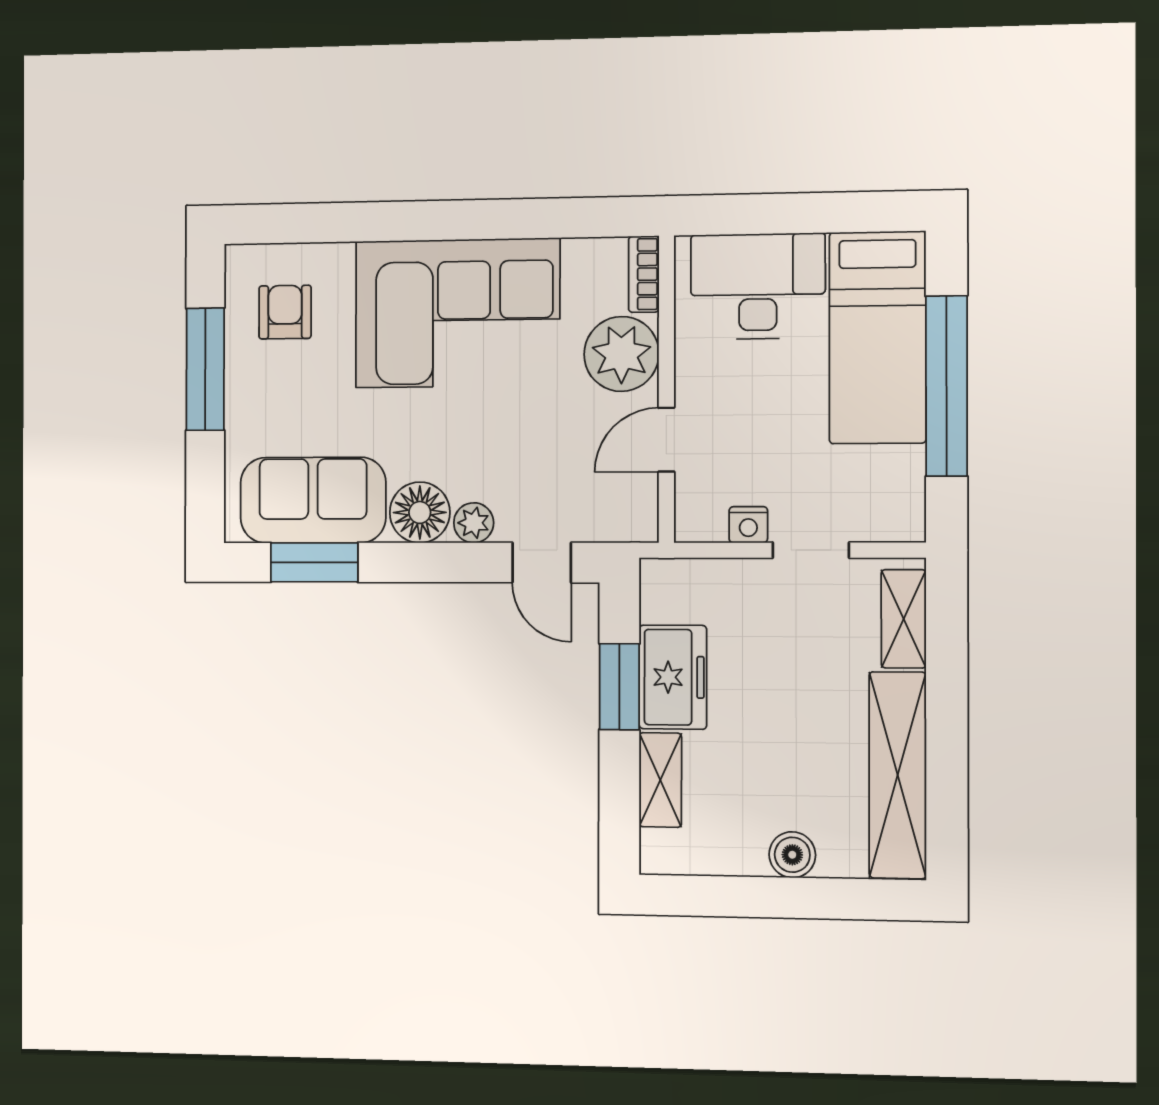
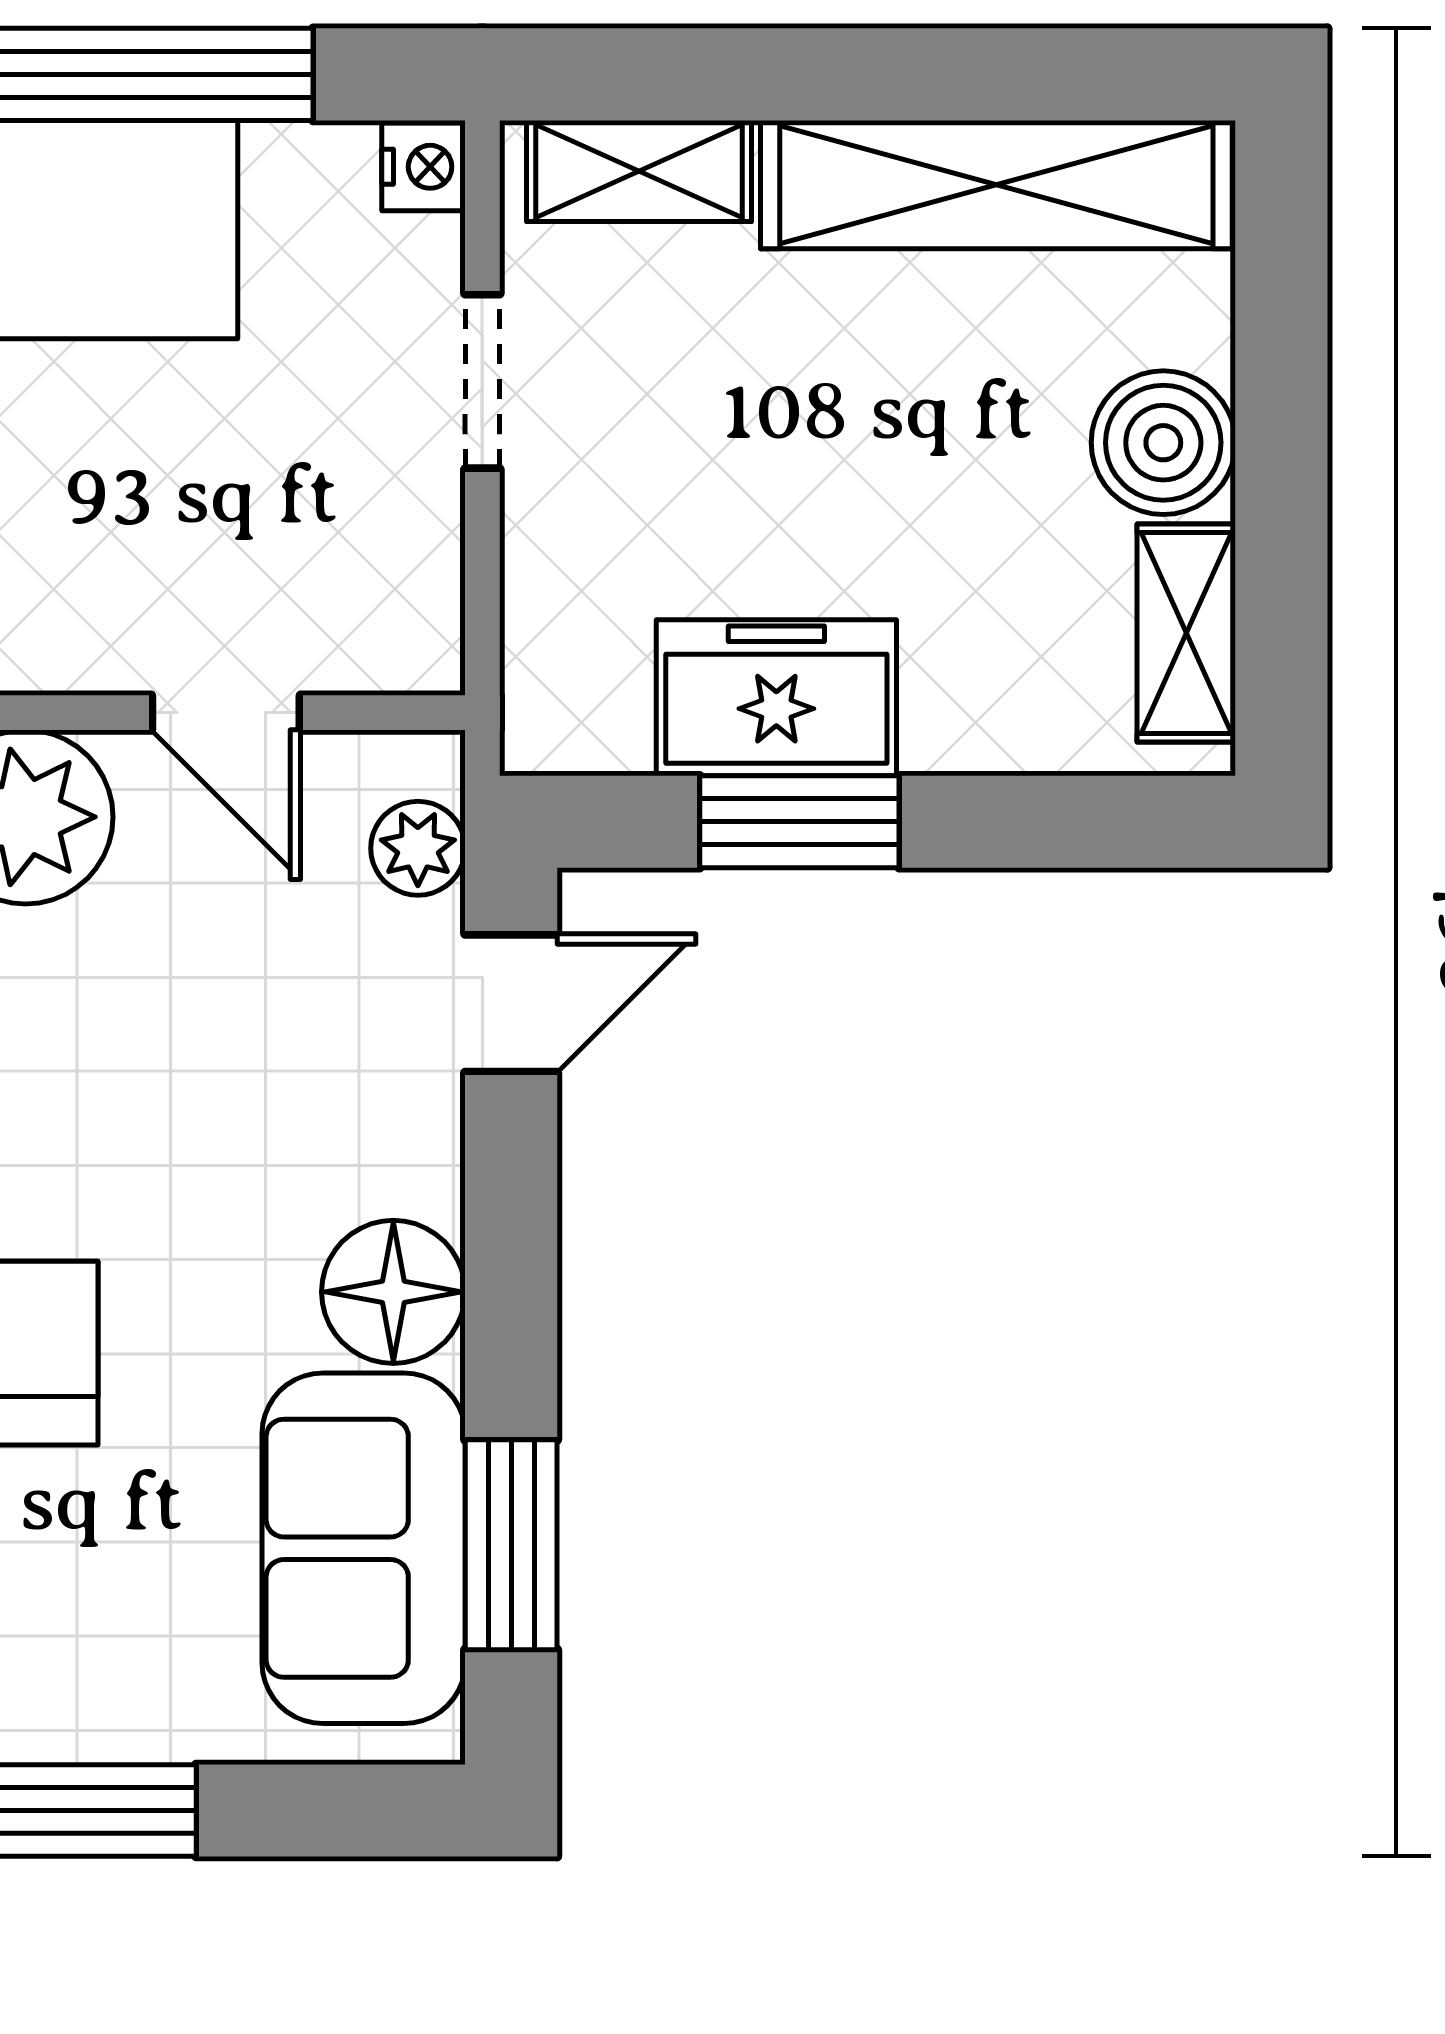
plant: (474, 523) -> (418, 848), moved
nightstand: (748, 525) -> (423, 167), moved
shelving: (660, 780) -> (1186, 633), moved, turned 90
boiler: (792, 855) -> (1163, 443), width x1.36, depth x1.36

